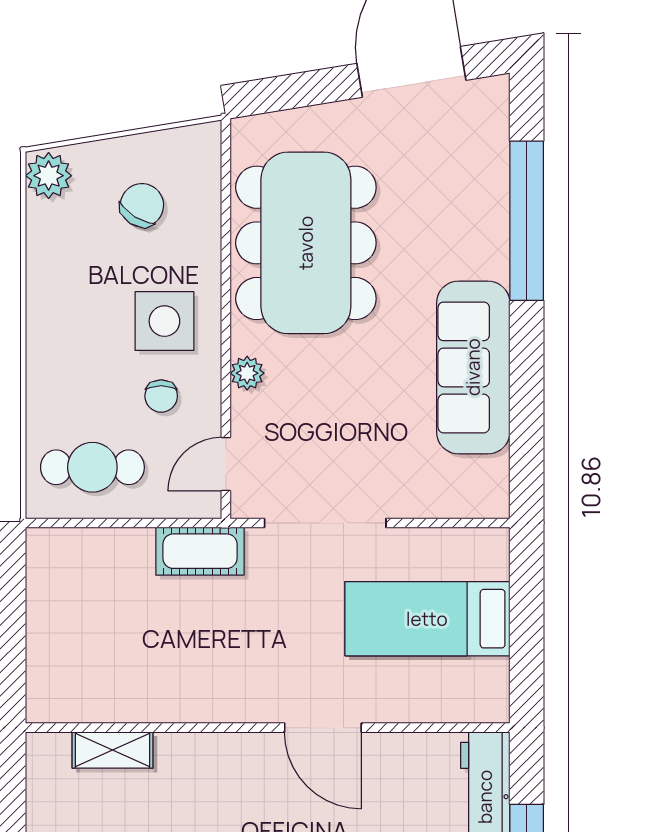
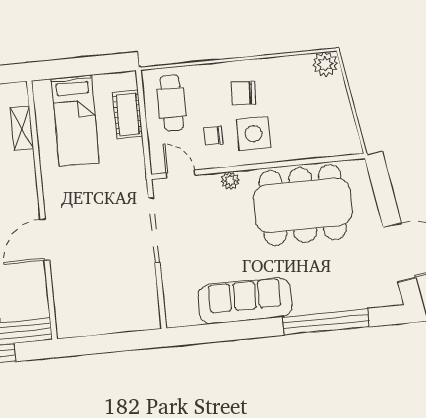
chair: (142, 205) -> (244, 93), moved, turned 152
cot: (200, 551) -> (128, 114), moved
bed: (427, 619) -> (75, 121), moved, turned 180

